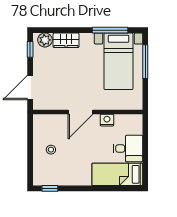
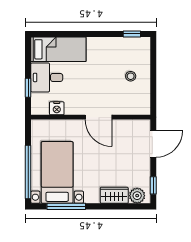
window: (145, 62) -> (28, 172), width x1.46
door: (80, 112) -> (99, 117), swing flipped
nightstand: (107, 120) -> (57, 108), moved
window: (145, 139) -> (28, 88), added

